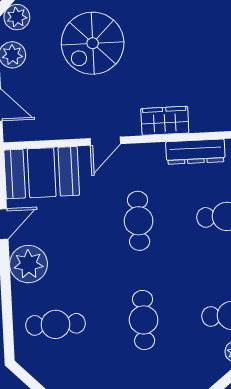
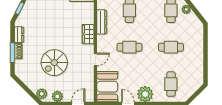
spiral stairs: (93, 43) -> (54, 63), turned 90
door: (105, 141) -> (95, 59), hinge flipped

